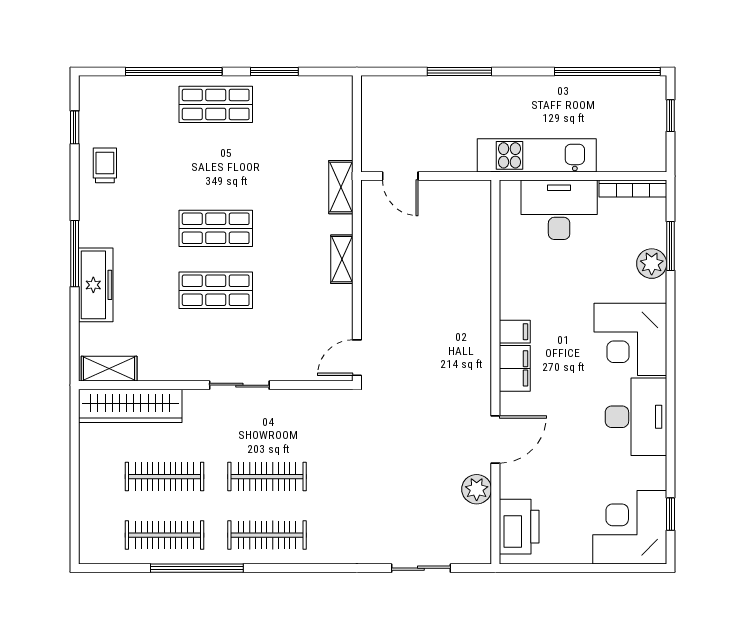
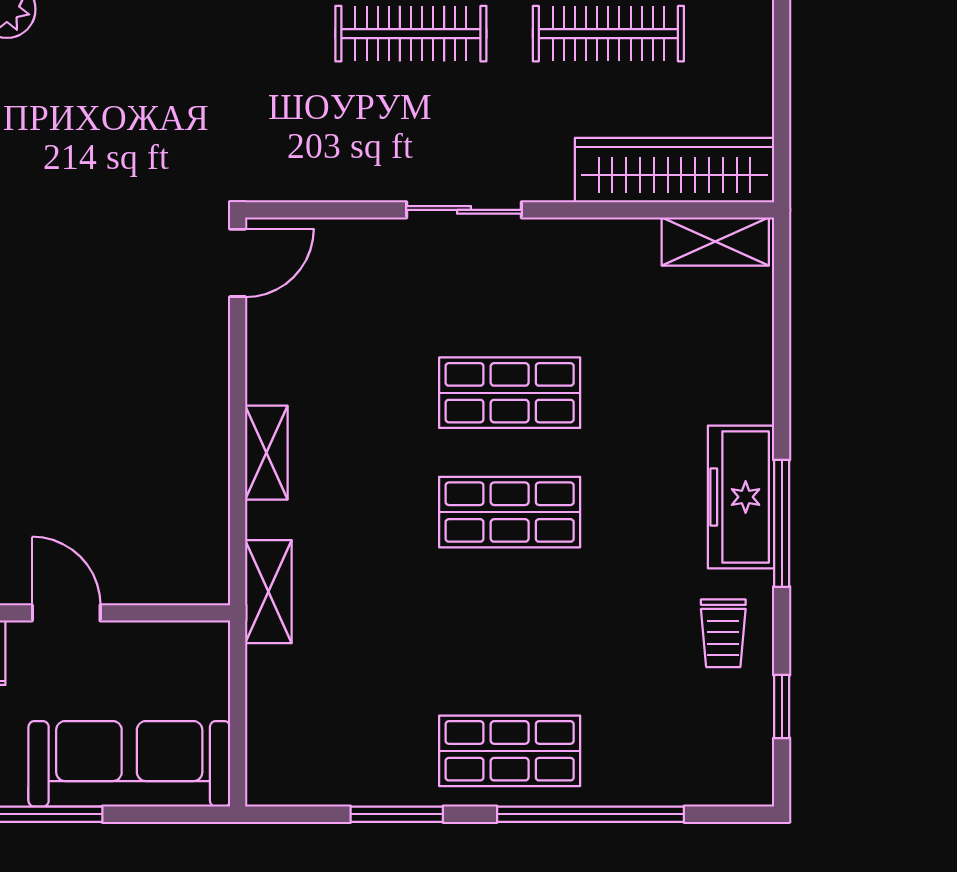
sofa: (413, 98) -> (129, 764), added
door: (400, 176) -> (66, 613), moved
window: (75, 254) -> (782, 523), moved
freezer: (96, 285) -> (741, 497), moved

